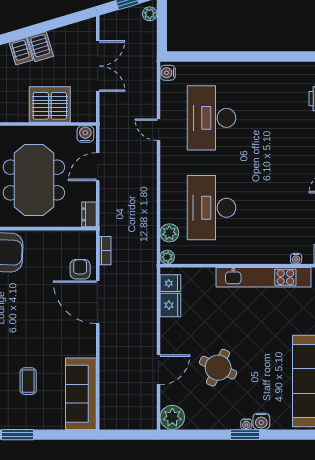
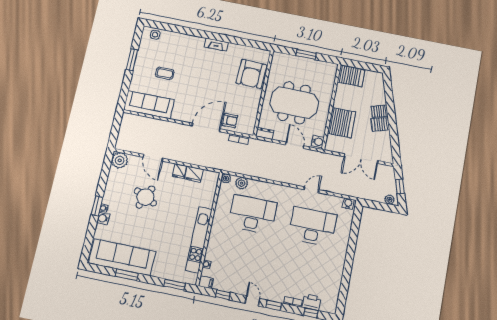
fridge: (170, 283) -> (179, 171), moved

